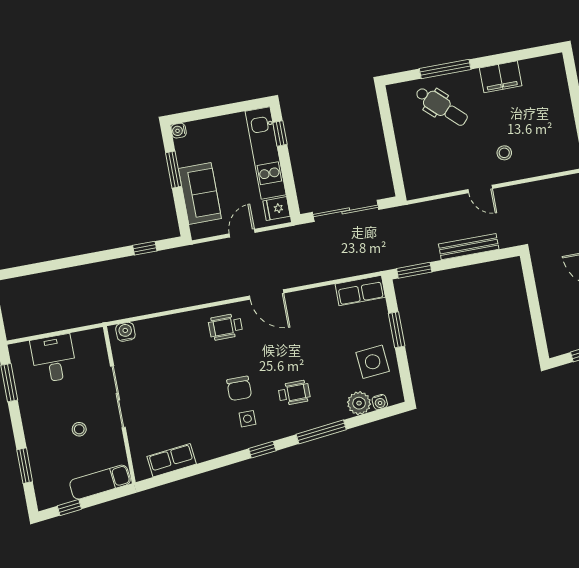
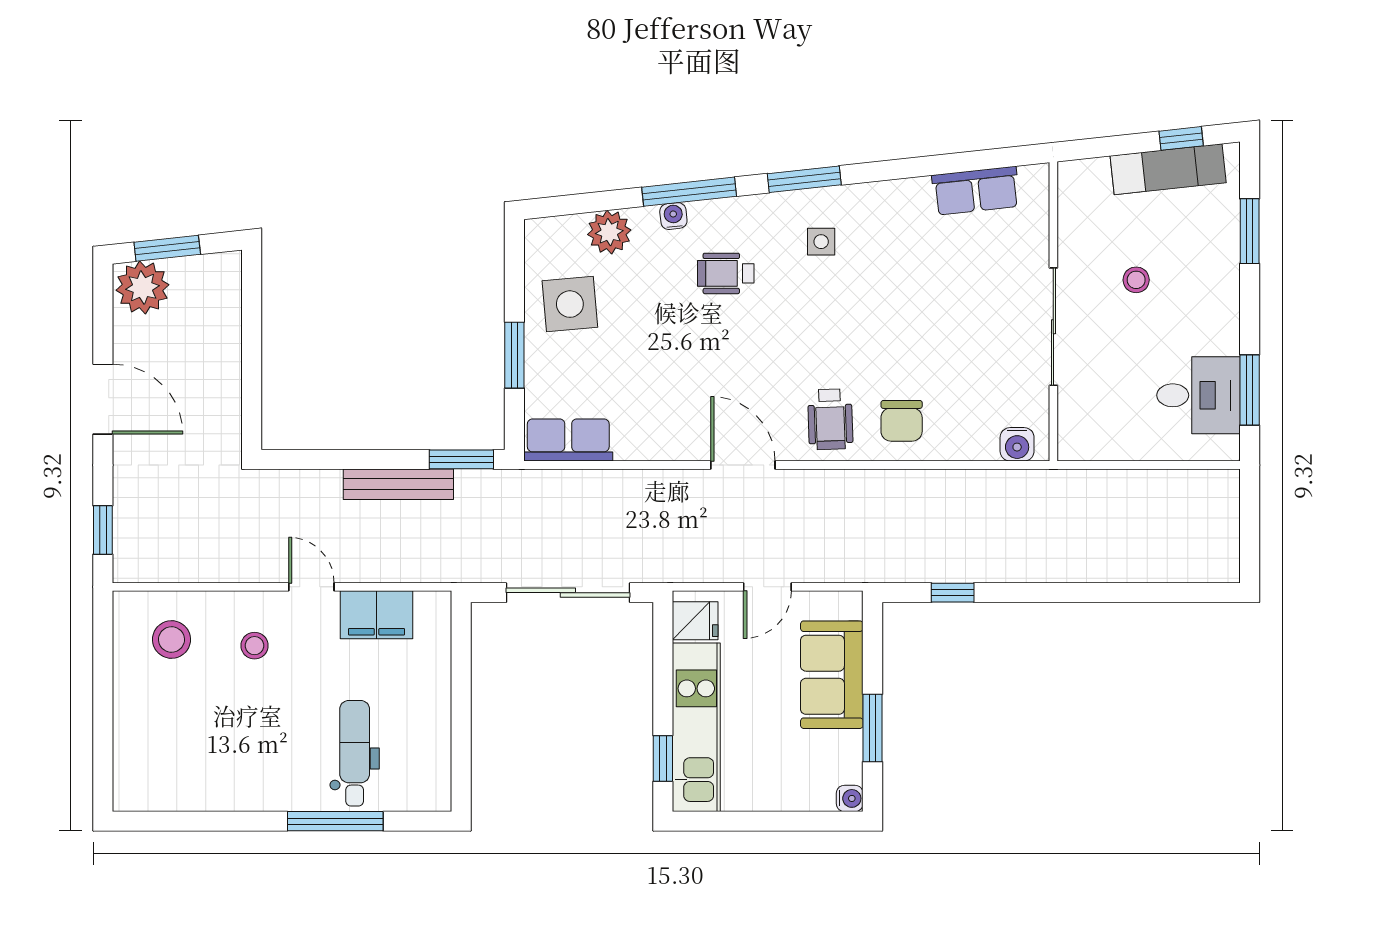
filing cabinet: (501, 77) -> (377, 615), moved, turned 180
dental chair: (442, 106) -> (355, 753), turned 47
stool: (548, 148) -> (172, 640), added
bench: (469, 247) -> (398, 484), moved
wheelchair: (225, 327) -> (830, 419), turned 88
desk: (54, 358) -> (1198, 395), moved, turned -90
chair: (239, 388) -> (902, 421), moved, turned 180
water cooler: (380, 402) -> (673, 216), moved
window: (262, 450) -> (804, 179), width x1.50
exam couch: (100, 482) -> (1168, 169), moved

